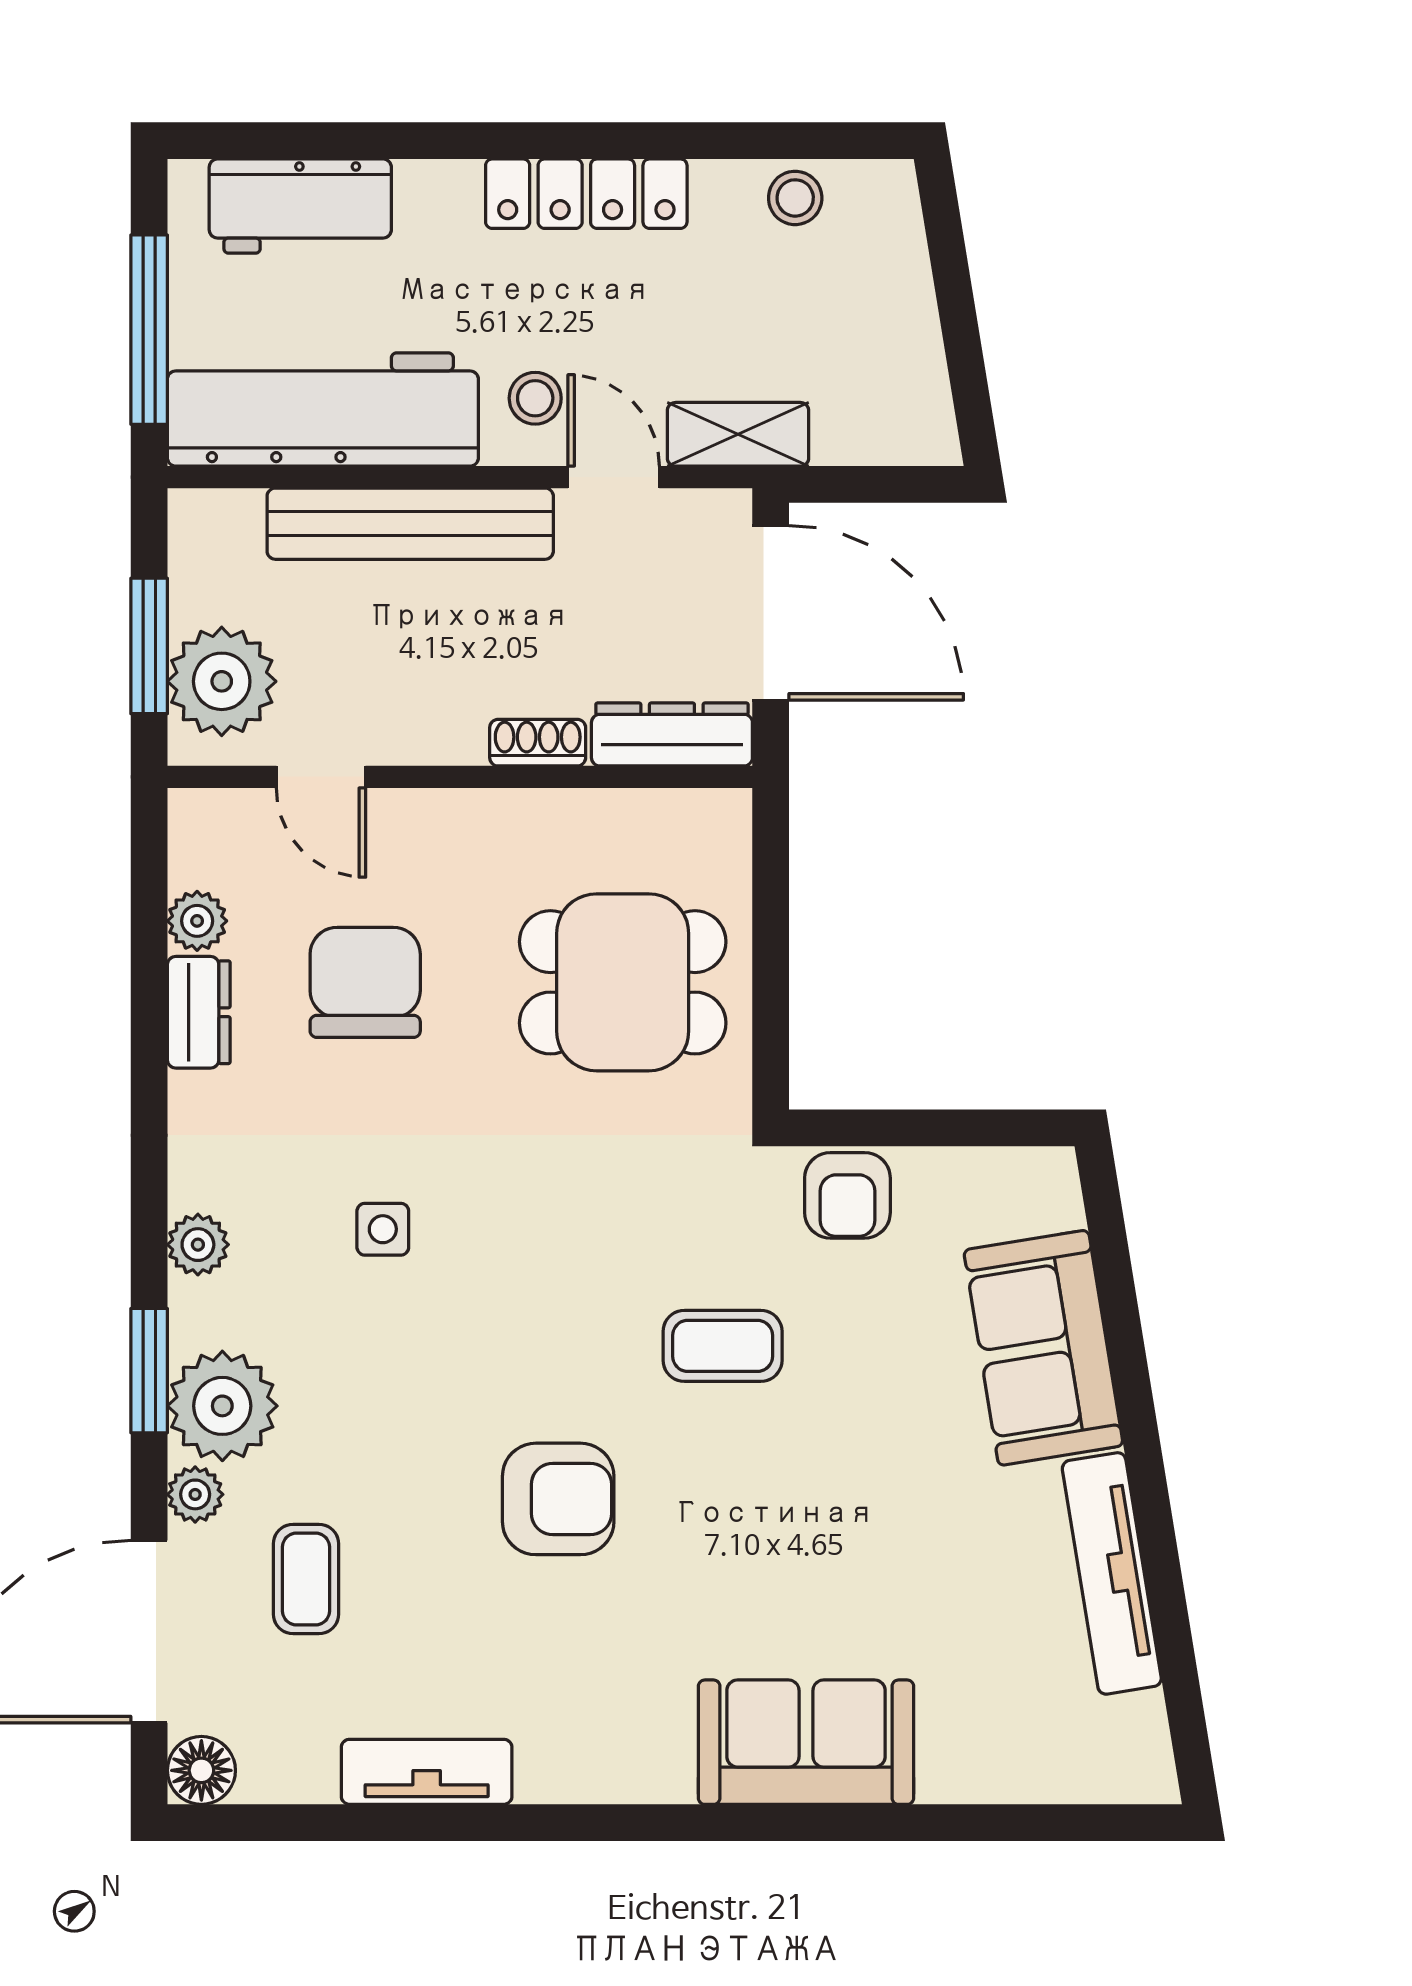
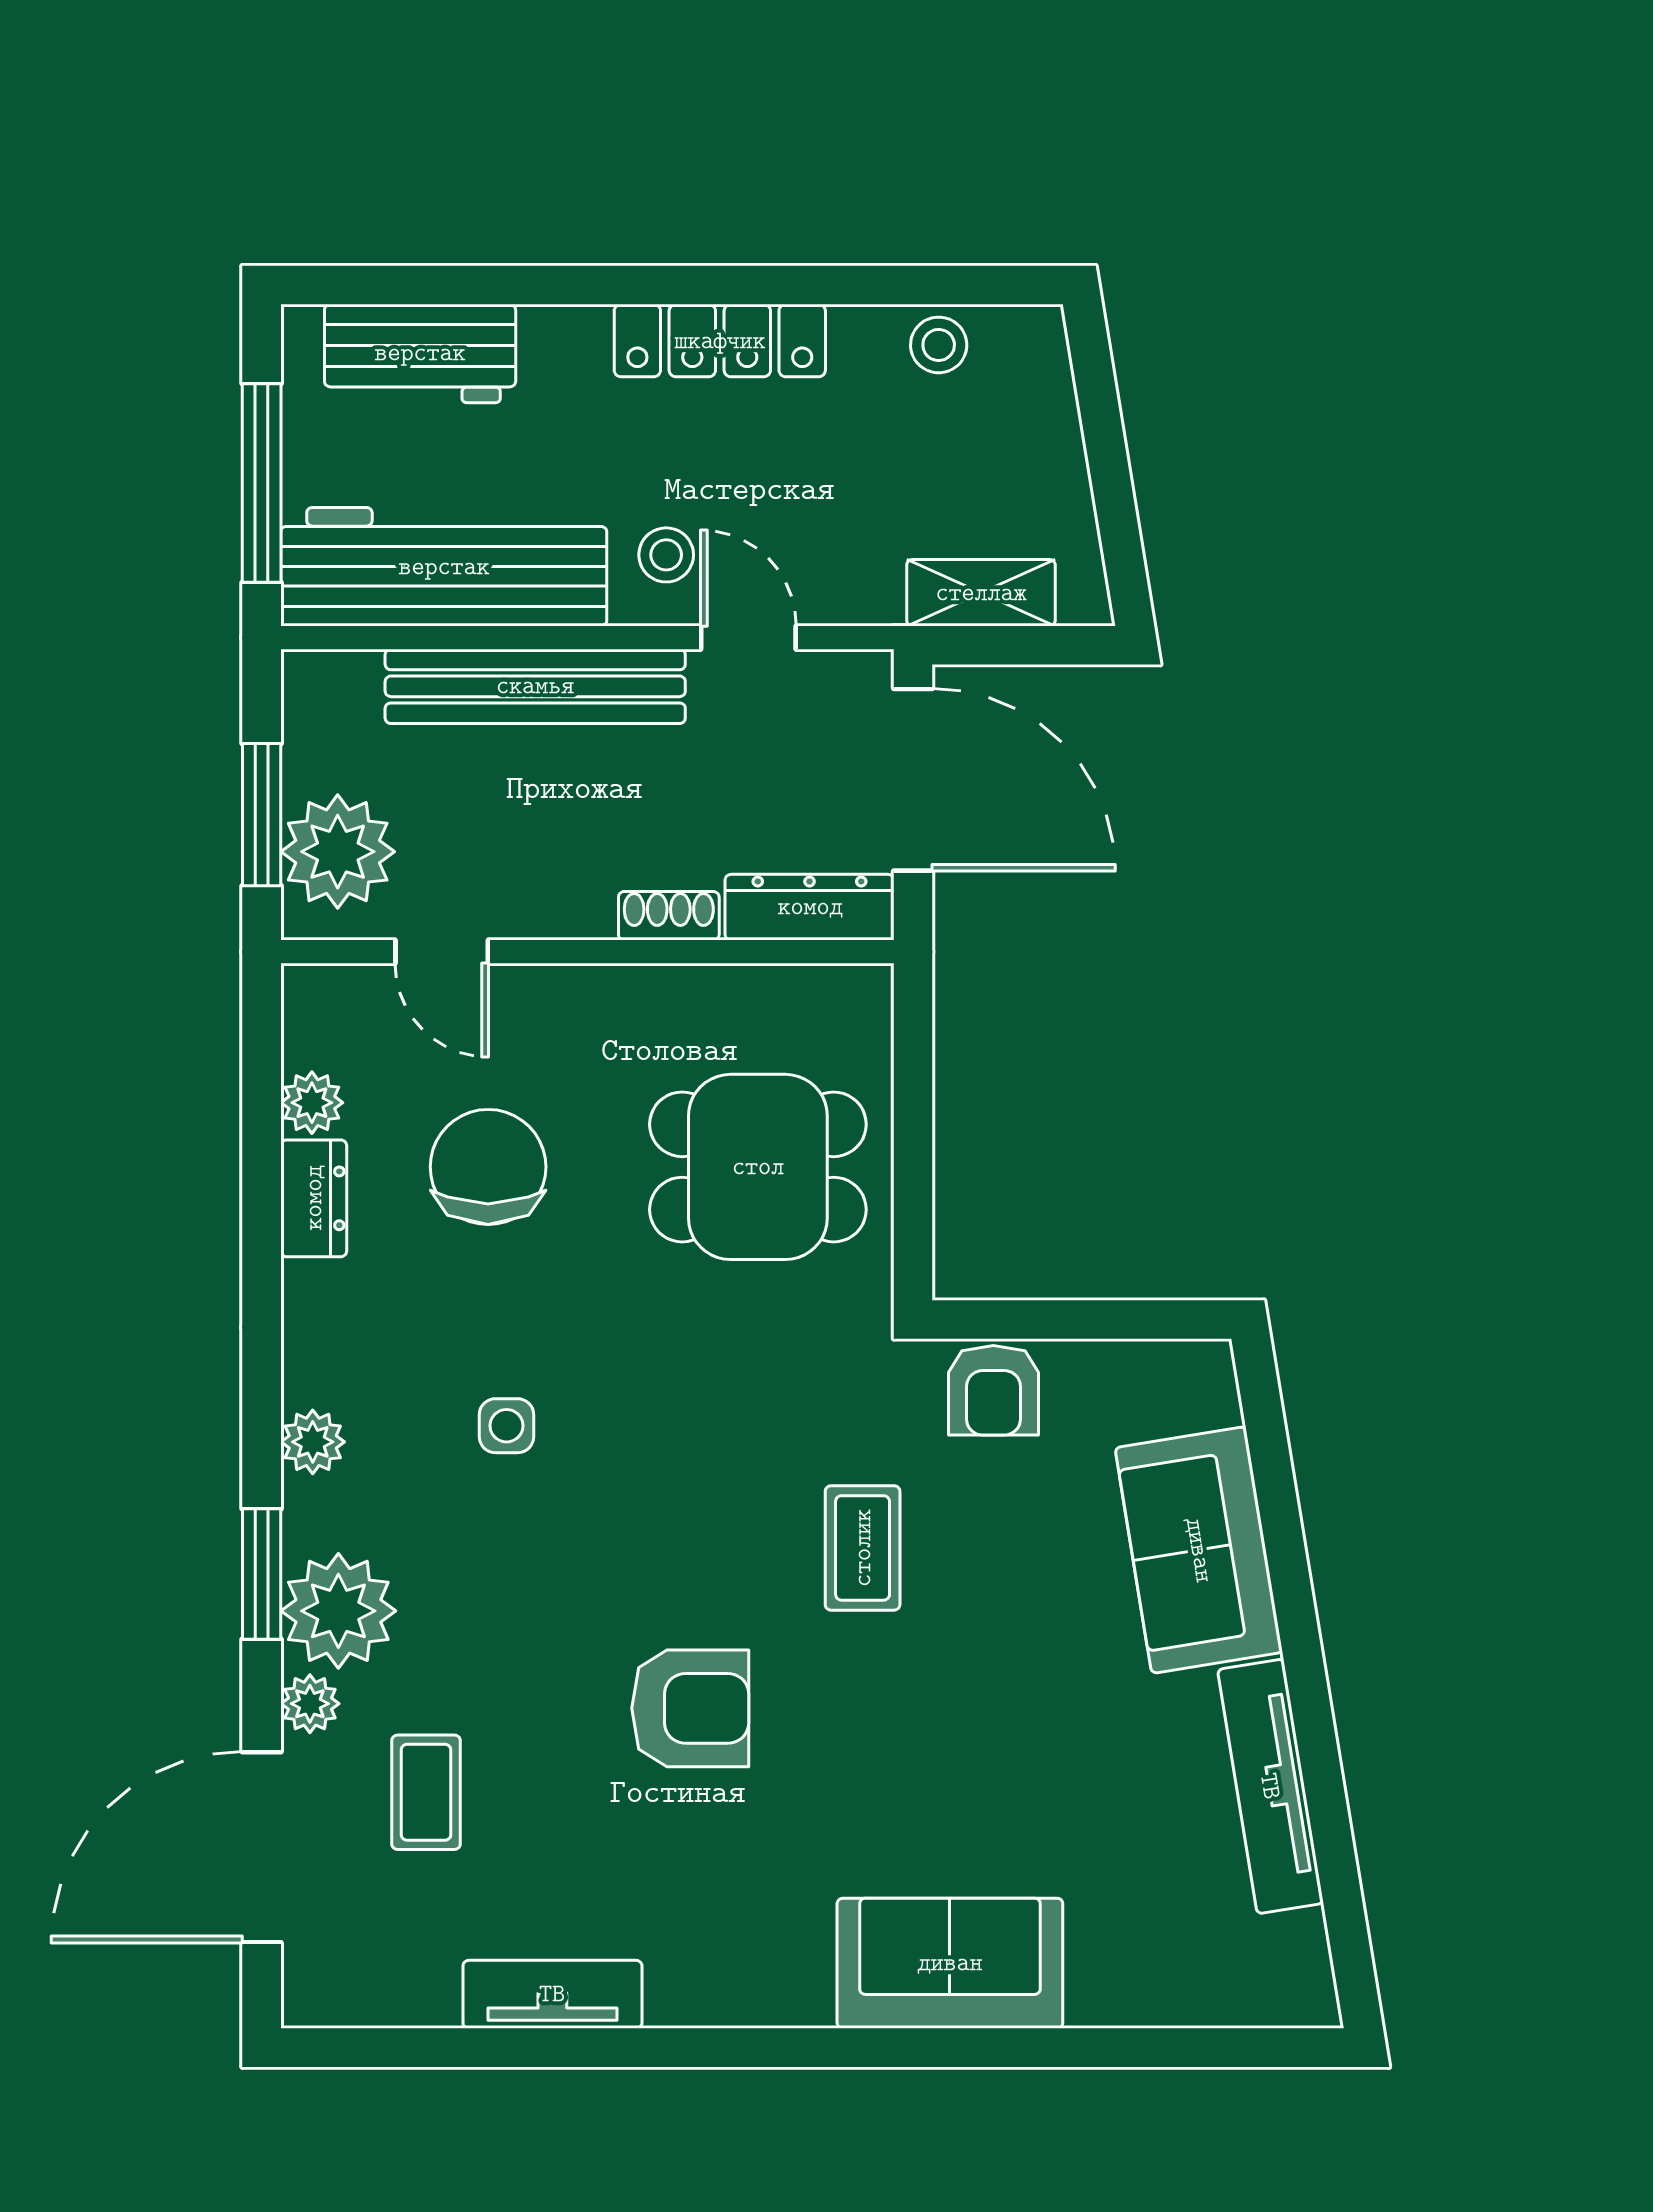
shelving: (738, 434) -> (981, 593), moved
coffee table: (723, 1346) -> (863, 1548), turned 90
floor lamp: (201, 1770) -> (316, 1993), removed

